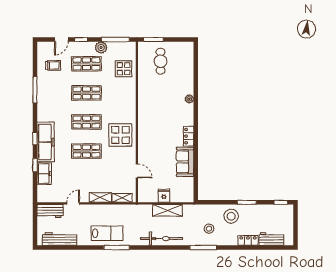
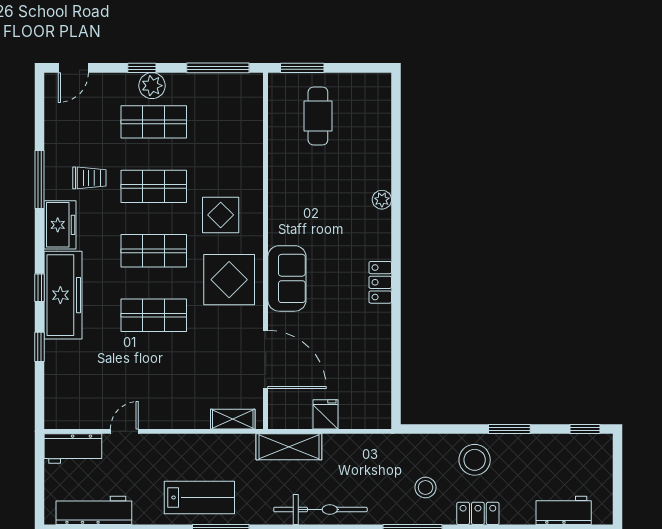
door: (61, 39) -> (73, 68), moved
plant: (101, 47) -> (152, 86), moved
trolley: (53, 65) -> (89, 178), moved
display table: (124, 69) -> (221, 215), moved
sofa: (185, 162) -> (287, 278), moved, turned 180
door: (137, 171) -> (266, 359), width x1.87
freezer: (44, 174) -> (60, 225), moved
shelving: (100, 197) -> (184, 418), removed
shelving: (167, 210) -> (289, 447), moved
locker: (248, 240) -> (478, 513), moved

